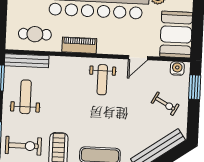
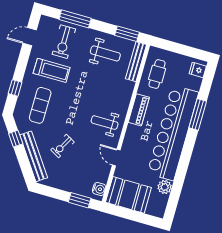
exercise bike: (165, 104) -> (63, 146), moved

